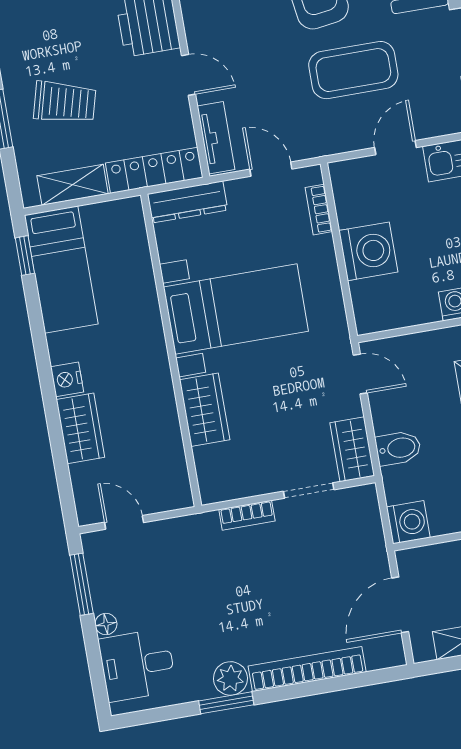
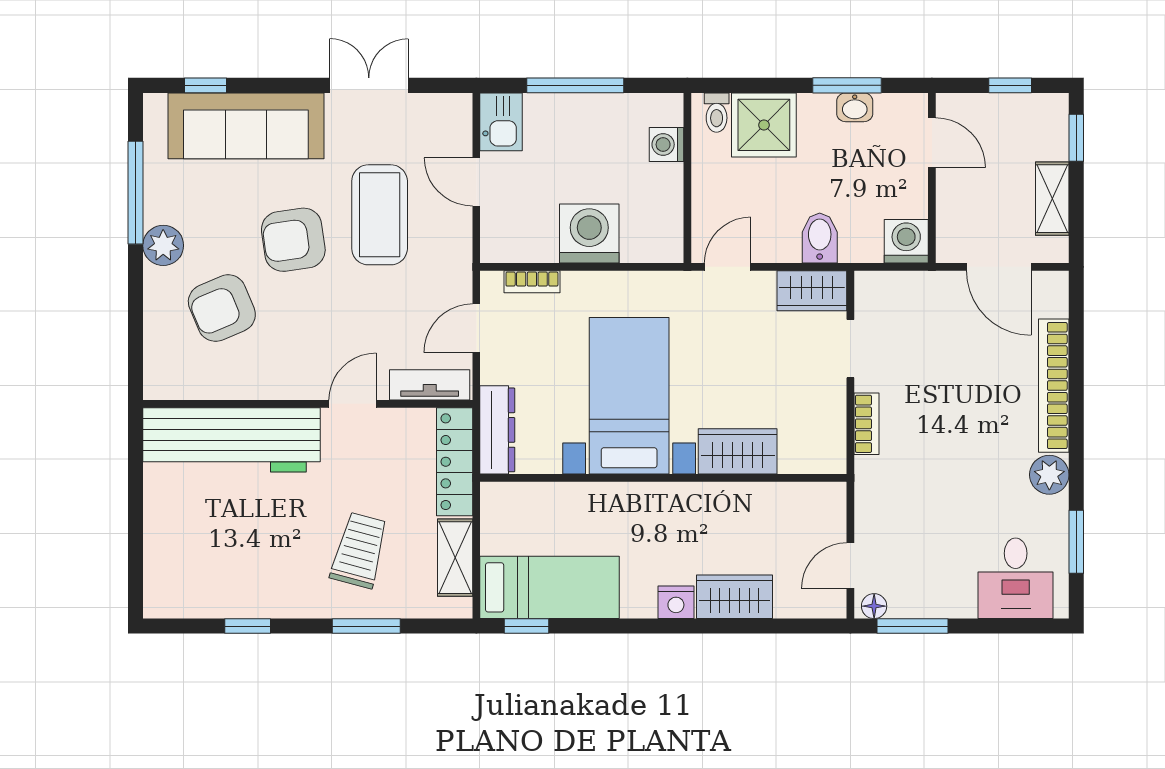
floor lamp: (106, 624) -> (874, 606), moved
window: (226, 703) -> (1076, 542), moved

